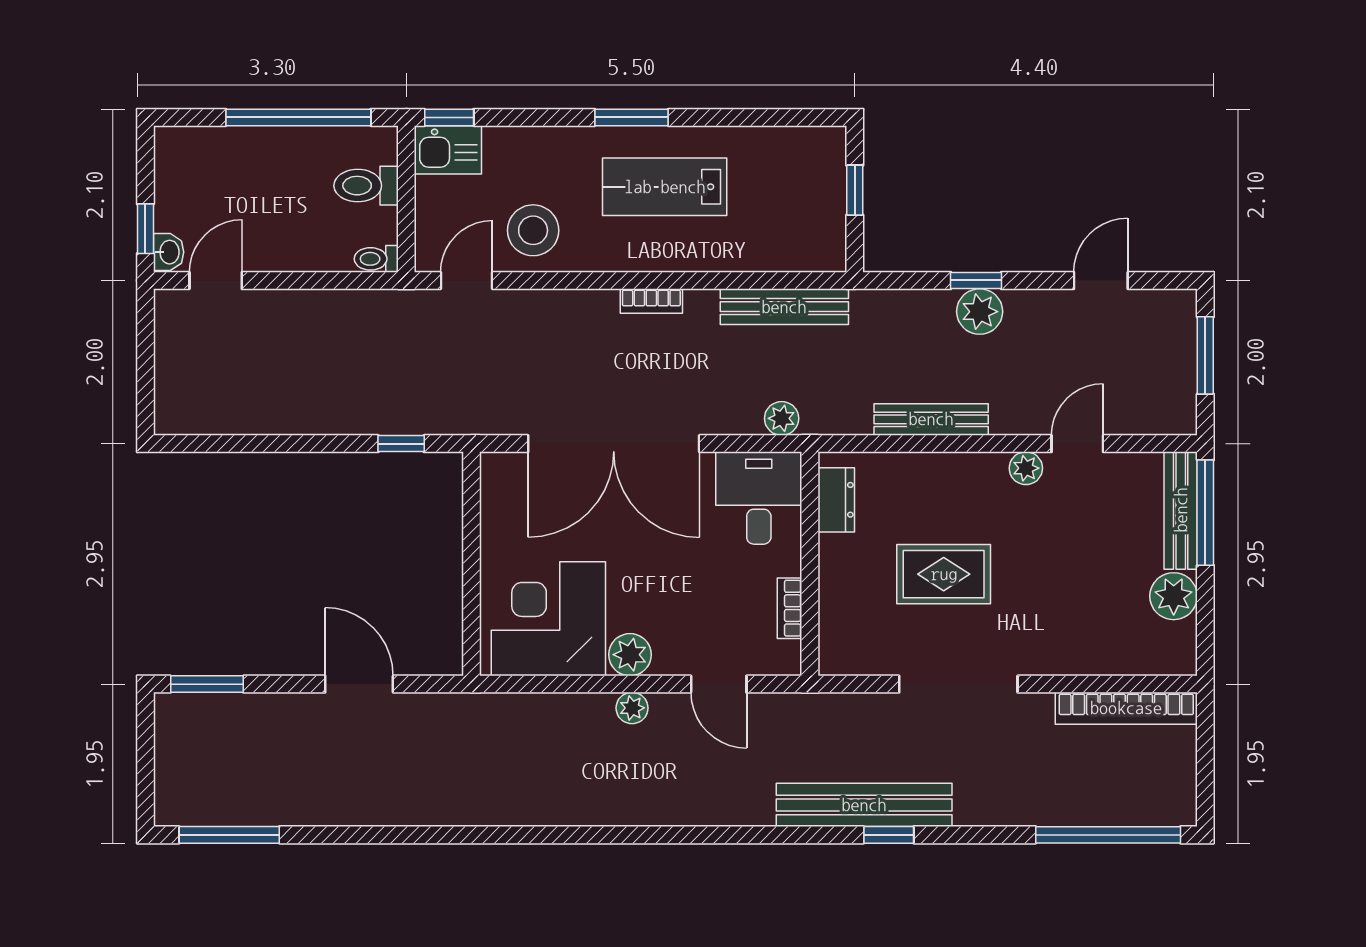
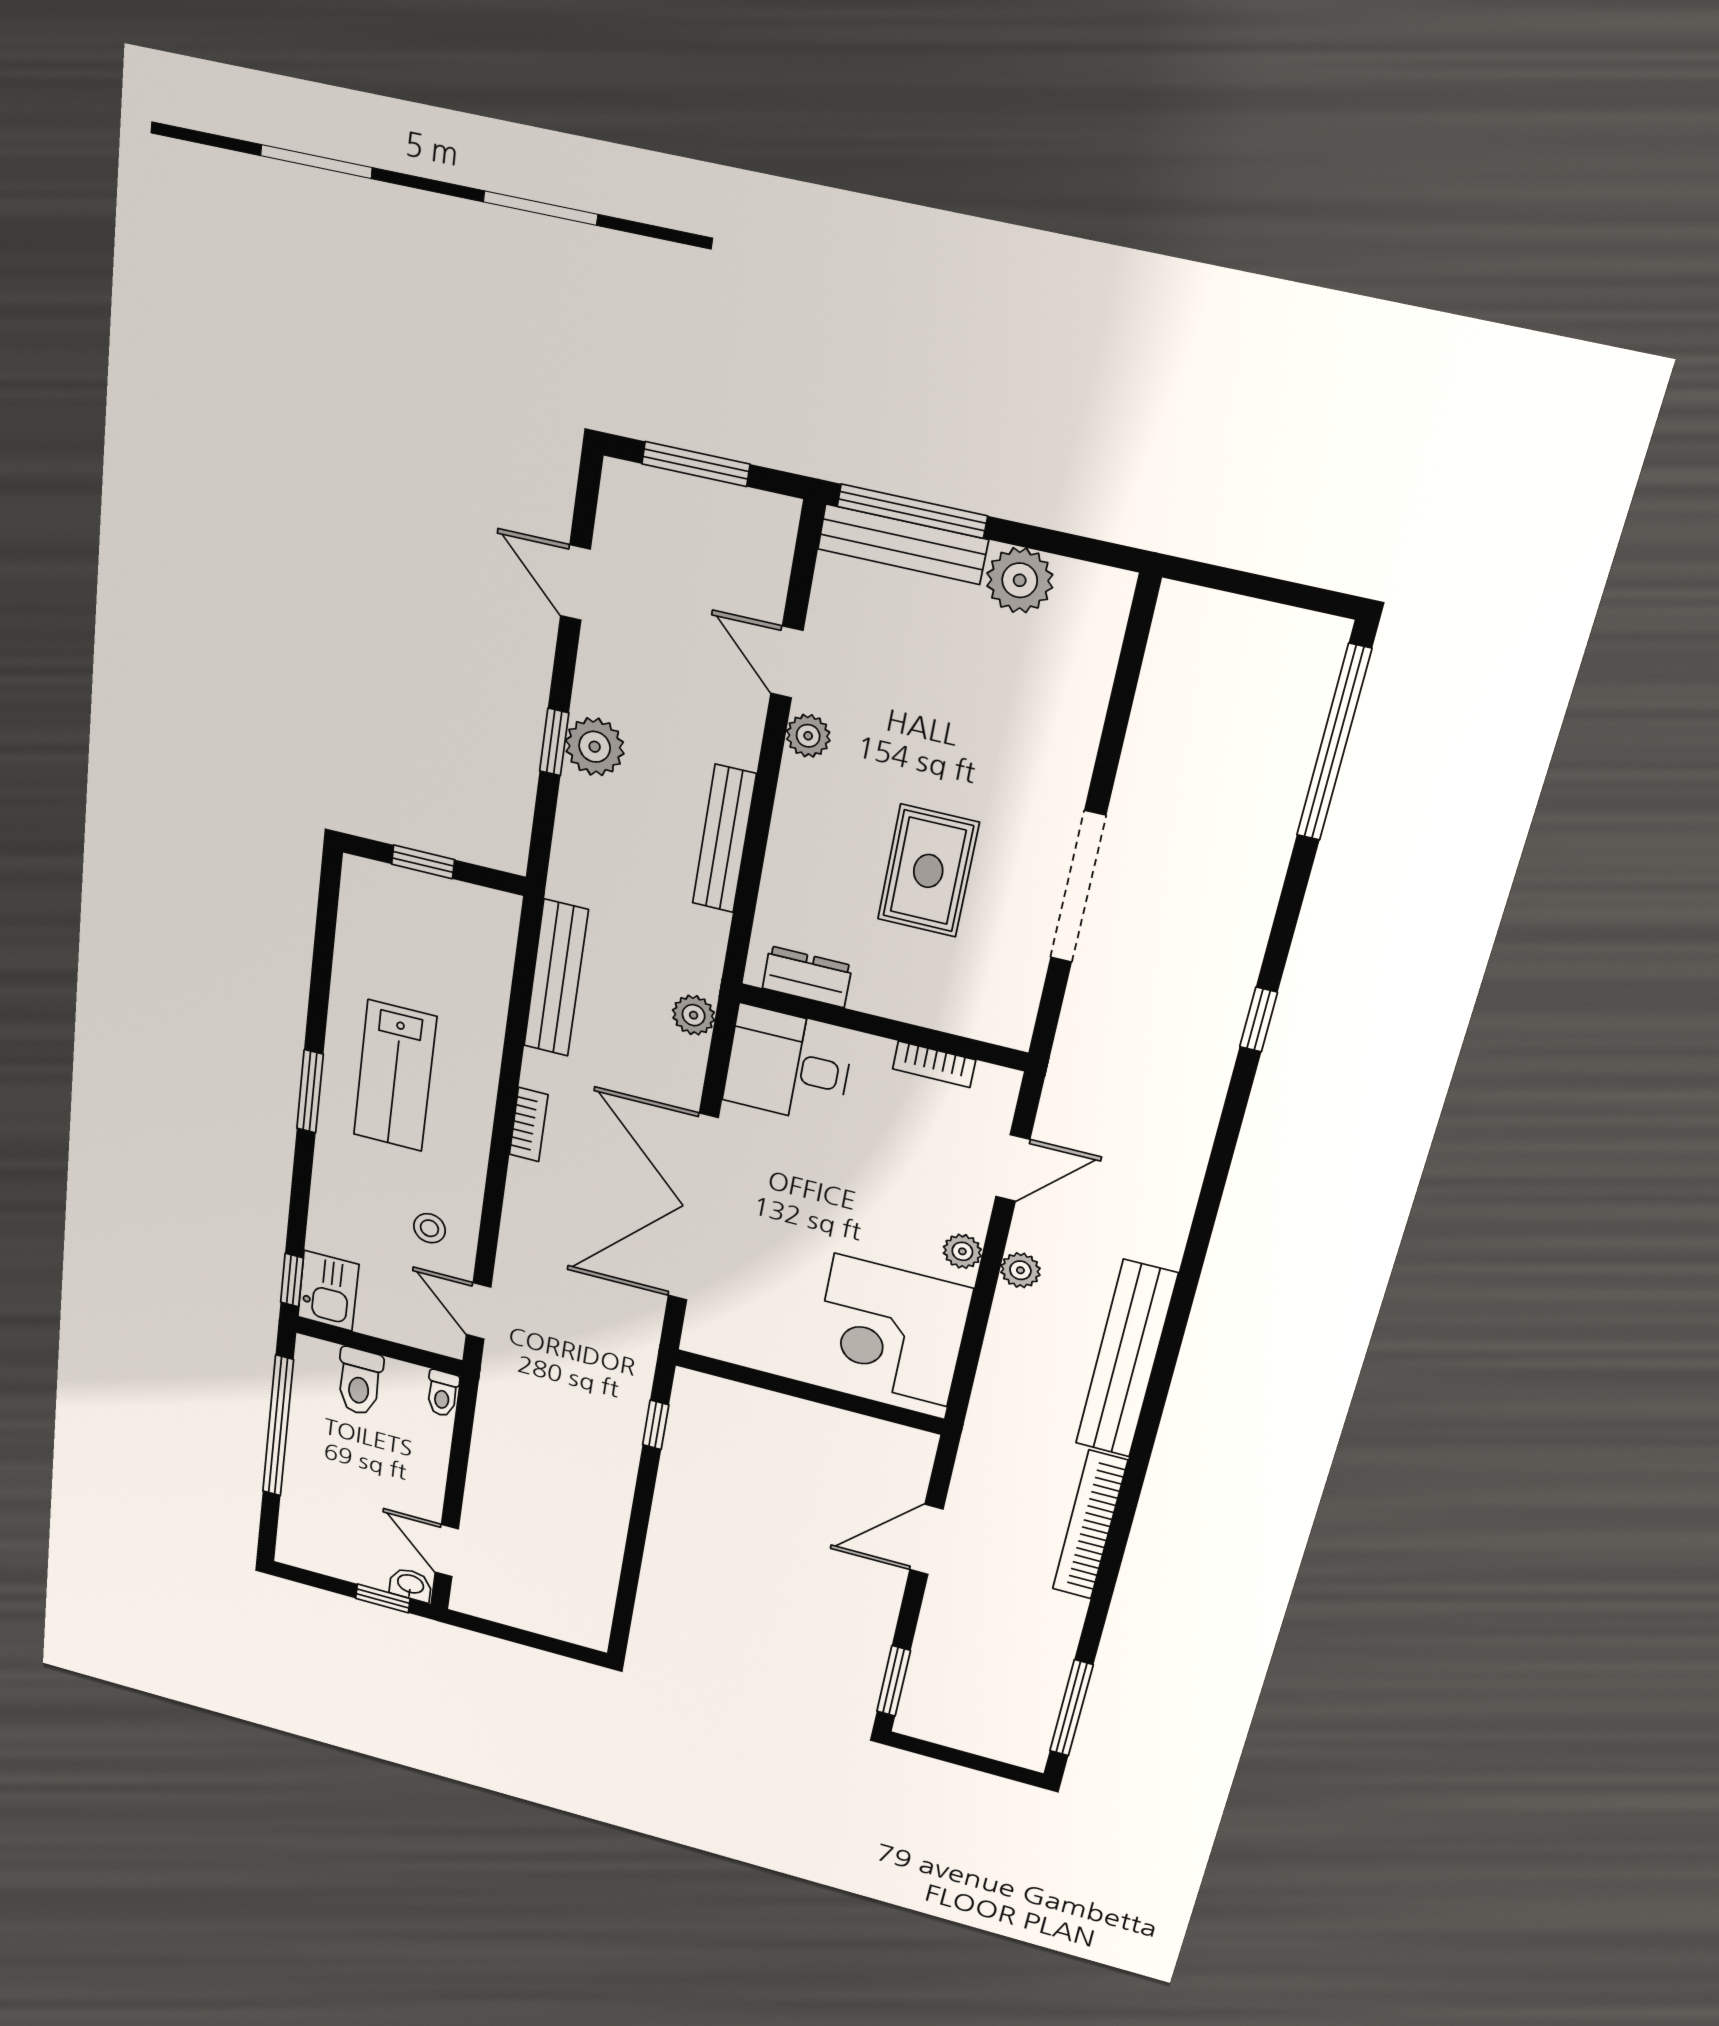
stool: (533, 230) -> (429, 1228), width x0.53, depth x0.53
double door: (614, 444) -> (693, 1208), swing flipped
plant: (630, 655) -> (962, 1251), width x0.73, depth x0.73
bookcase: (1126, 708) -> (1090, 1525), moved, turned 180
bench: (864, 805) -> (1126, 1359), moved

